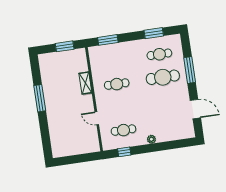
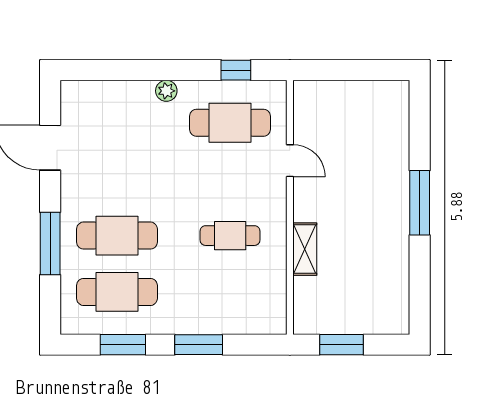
window: (108, 40) -> (199, 345), moved
cafe table: (159, 54) -> (117, 292), width x1.37, depth x1.35
window: (40, 98) -> (420, 203), moved
cafe table: (123, 130) -> (230, 123), width x1.37, depth x1.35

